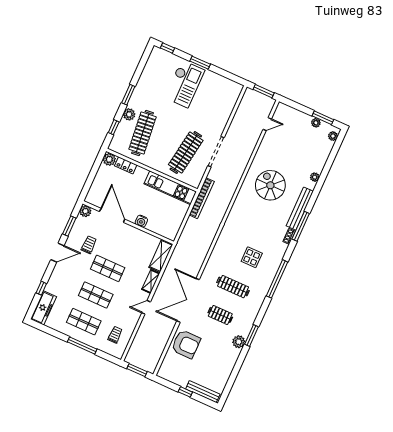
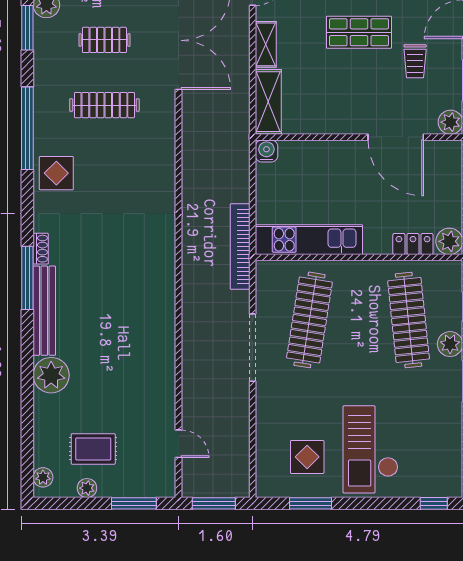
window: (200, 63) -> (311, 503), moved
display table: (214, 93) -> (307, 457), added
window: (323, 118) -> (134, 503), moved
door: (267, 124) -> (179, 444), swing flipped
rug: (305, 139) -> (93, 449), added
plant: (315, 177) -> (51, 375), width x1.88, depth x1.88
spiral stairs: (270, 185) -> (120, 330), removed
water cooler: (141, 221) -> (266, 151), moved
display table: (252, 257) -> (56, 173), moved
window: (277, 279) -> (27, 128), moved

